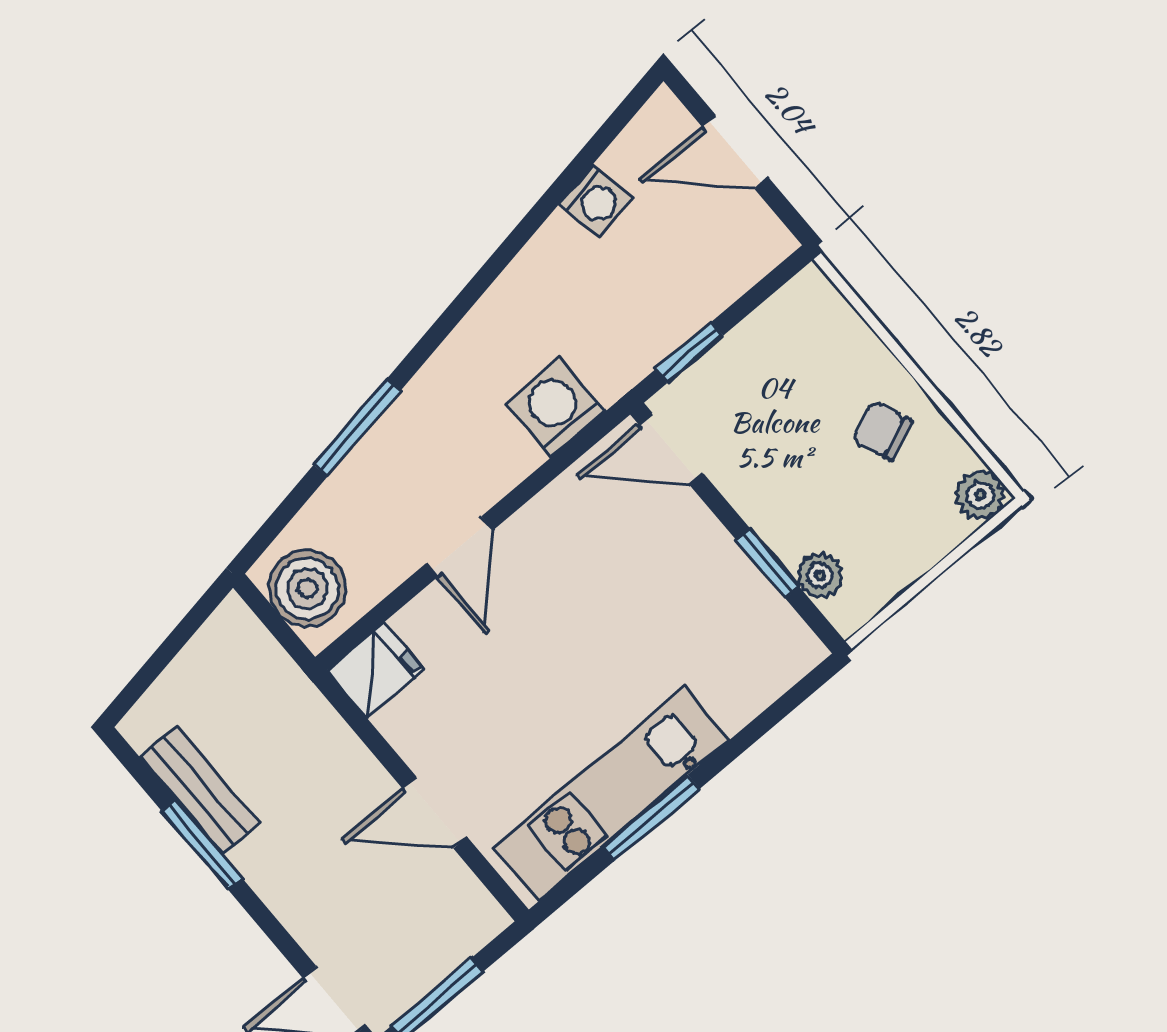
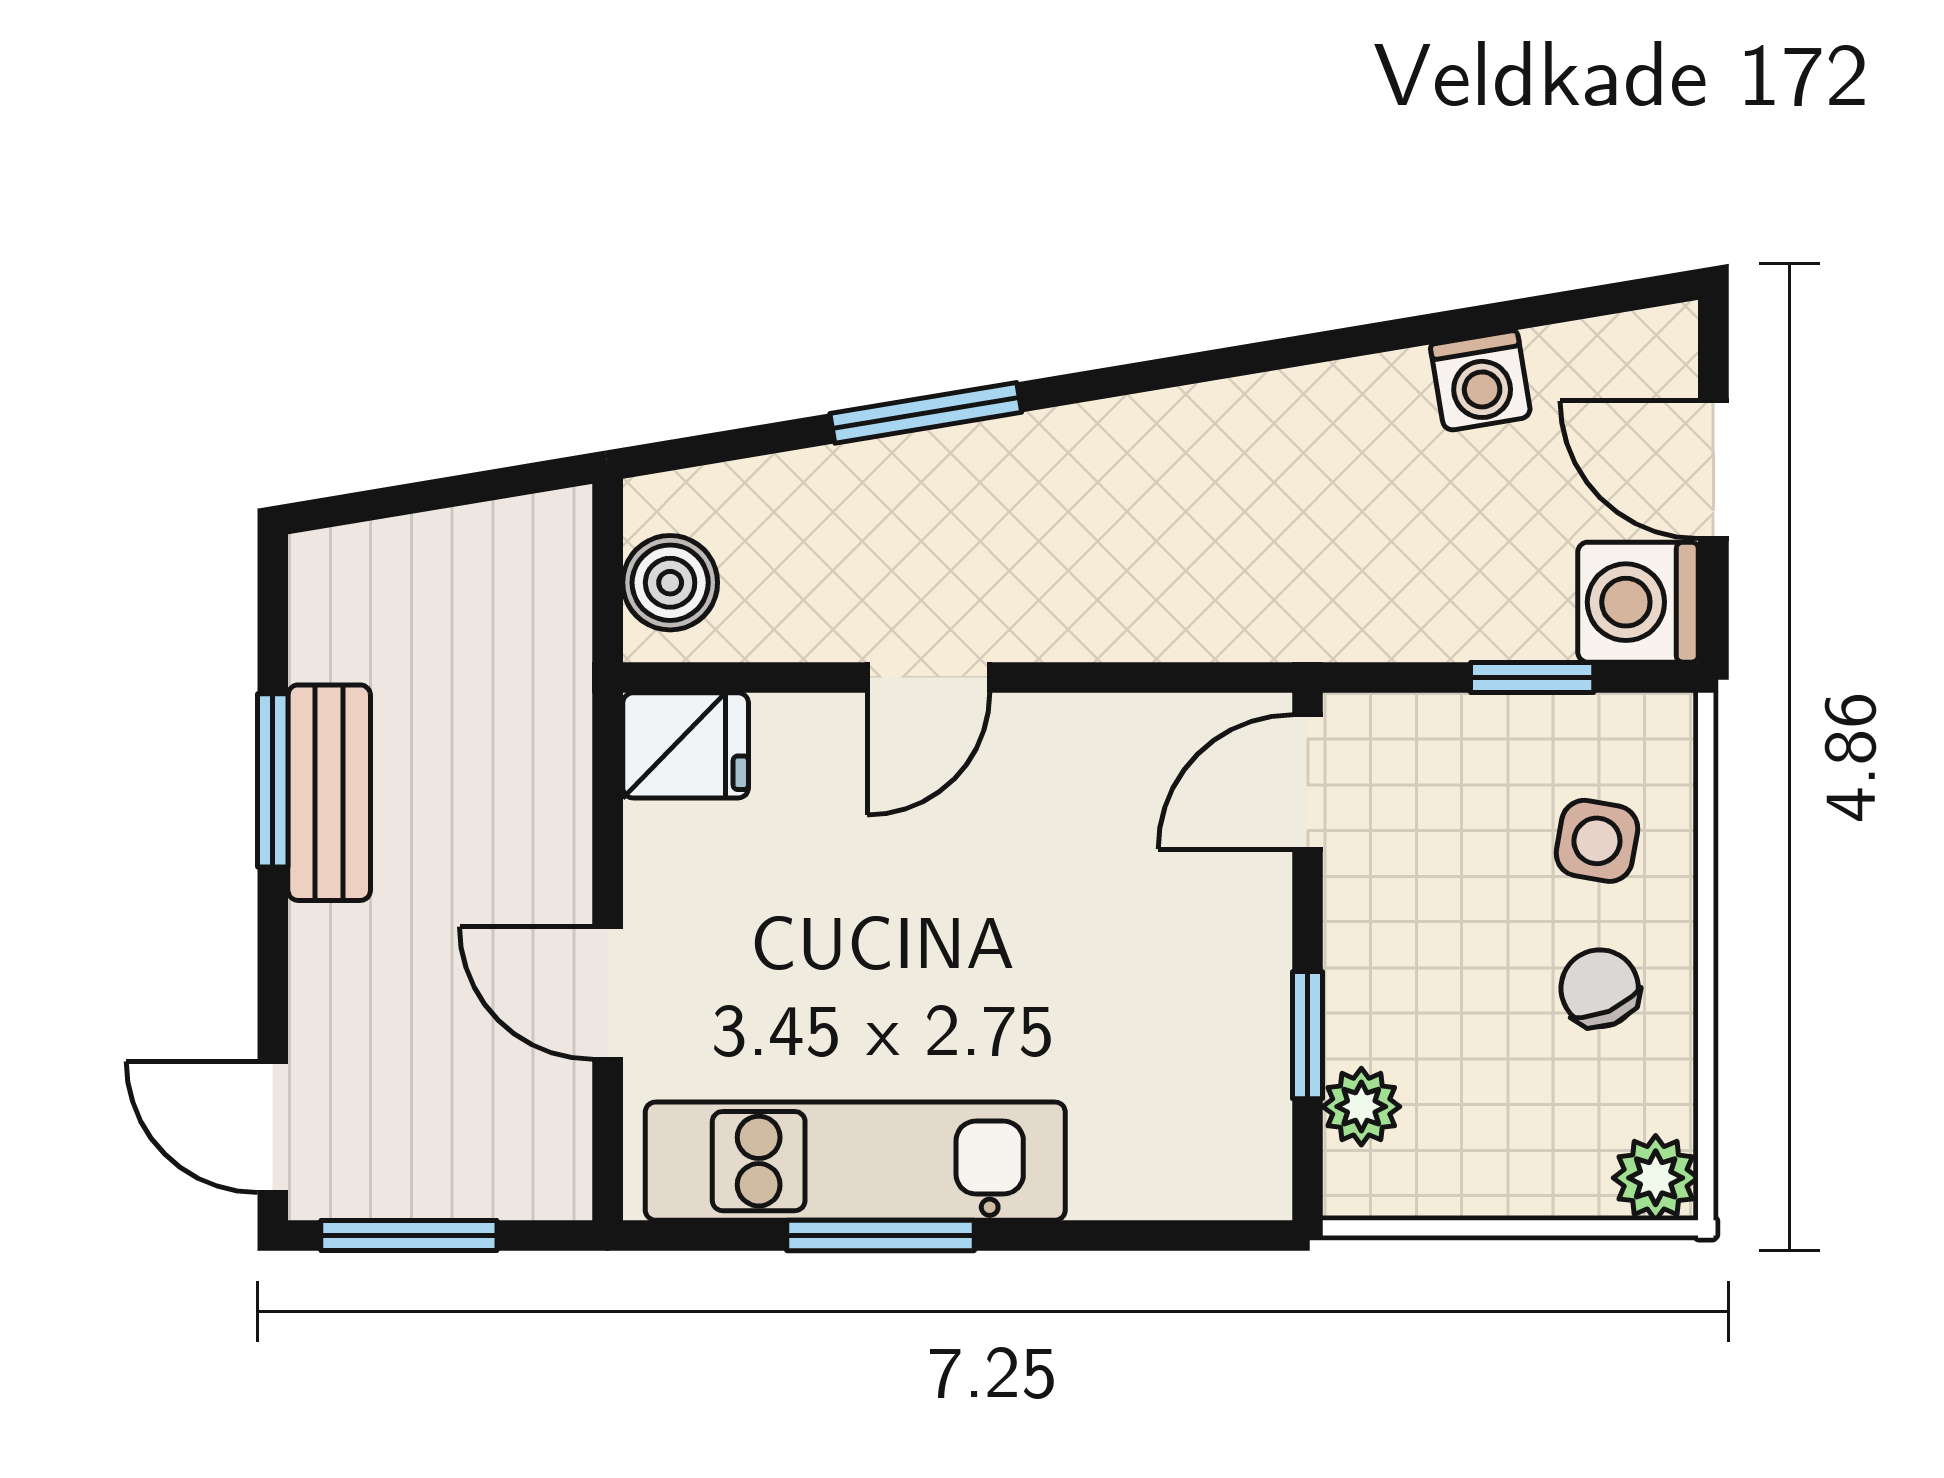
window: (689, 352) -> (1532, 678), moved
side table: (825, 365) -> (1597, 841), added
washing machine: (556, 407) -> (1638, 602), moved, turned -90
door: (671, 449) -> (1308, 782), hinge flipped
boiler: (307, 588) -> (670, 583), width x0.73, depth x0.73
bench: (200, 790) -> (329, 793), moved

